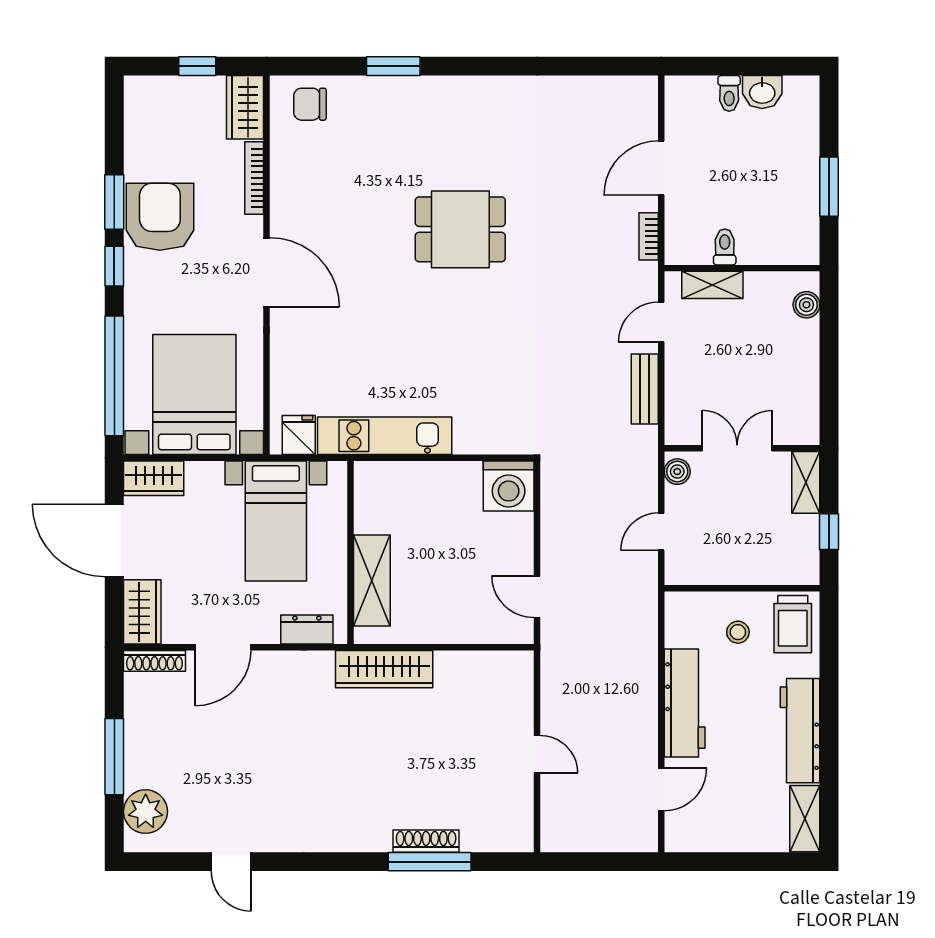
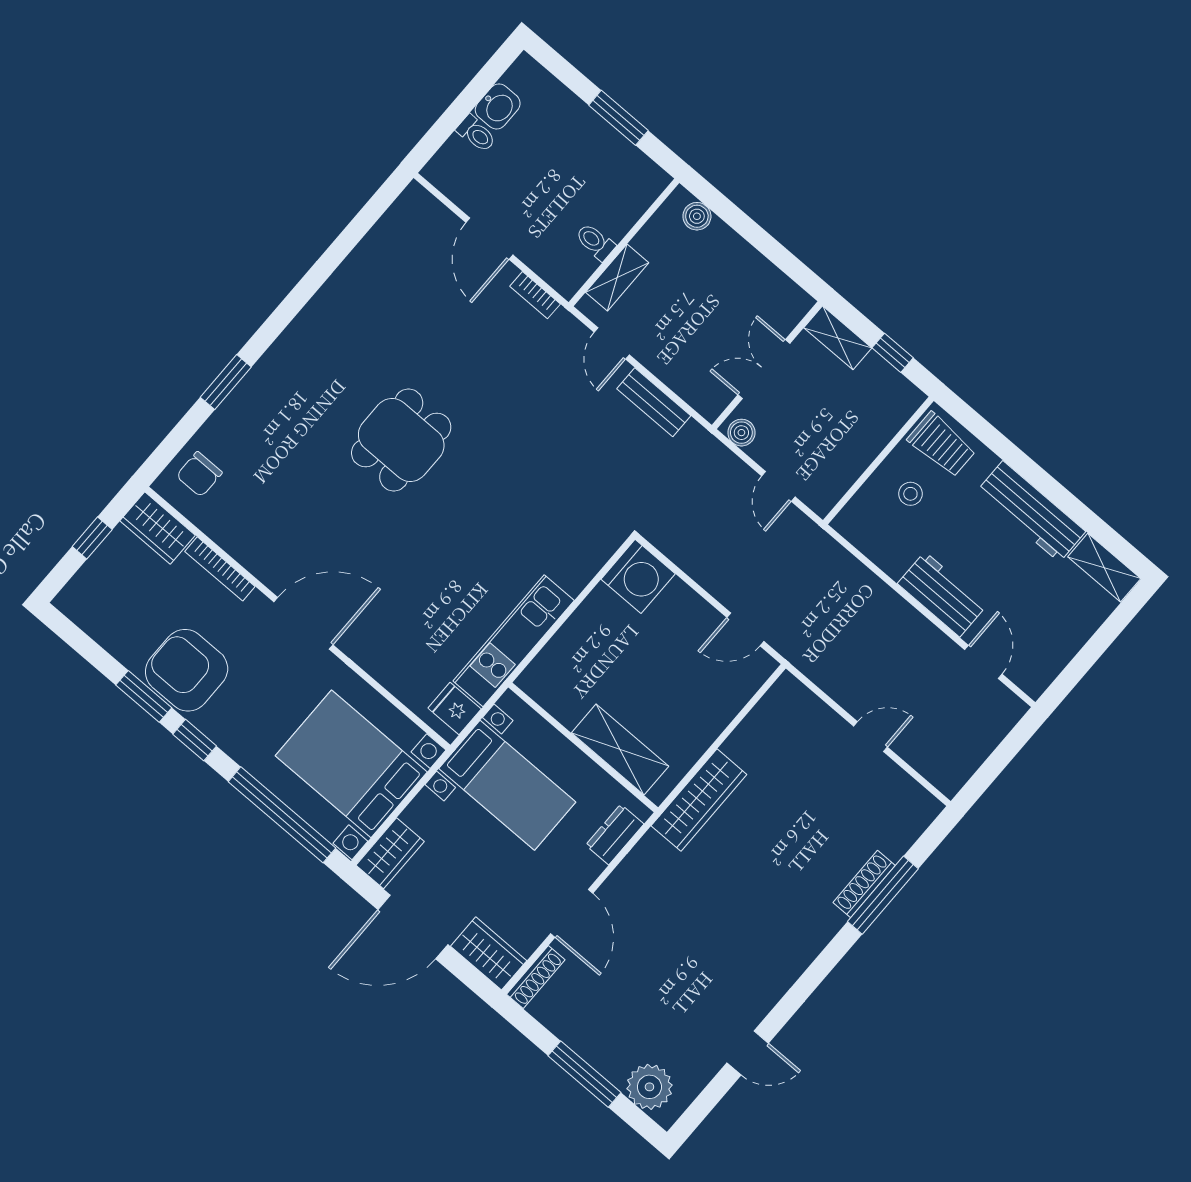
workbench: (685, 703) -> (942, 594), width x0.73

